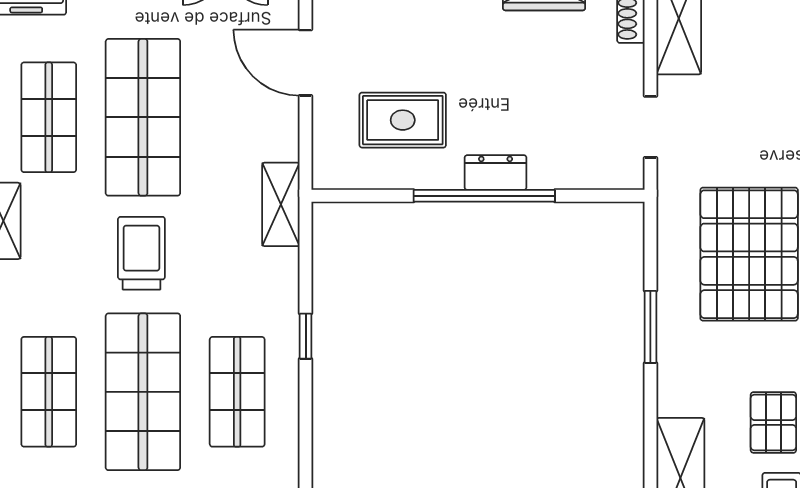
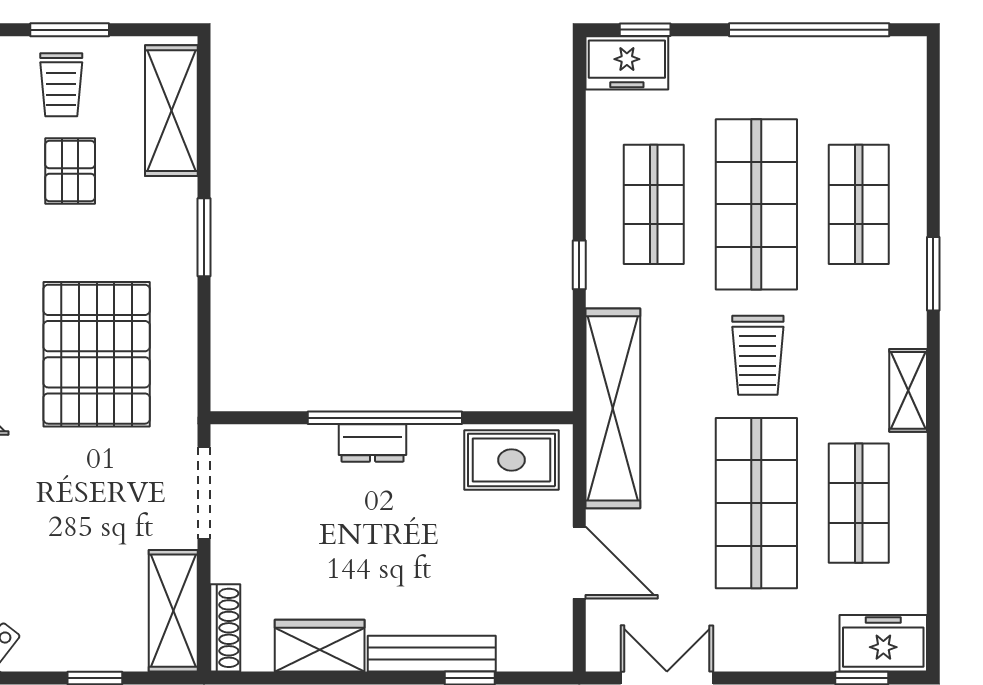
rug: (403, 120) -> (511, 460), moved
doorway: (650, 127) -> (204, 493), width x1.38
shelving: (281, 204) -> (613, 408), width x2.20, depth x1.33
window: (650, 327) -> (204, 237), moved

